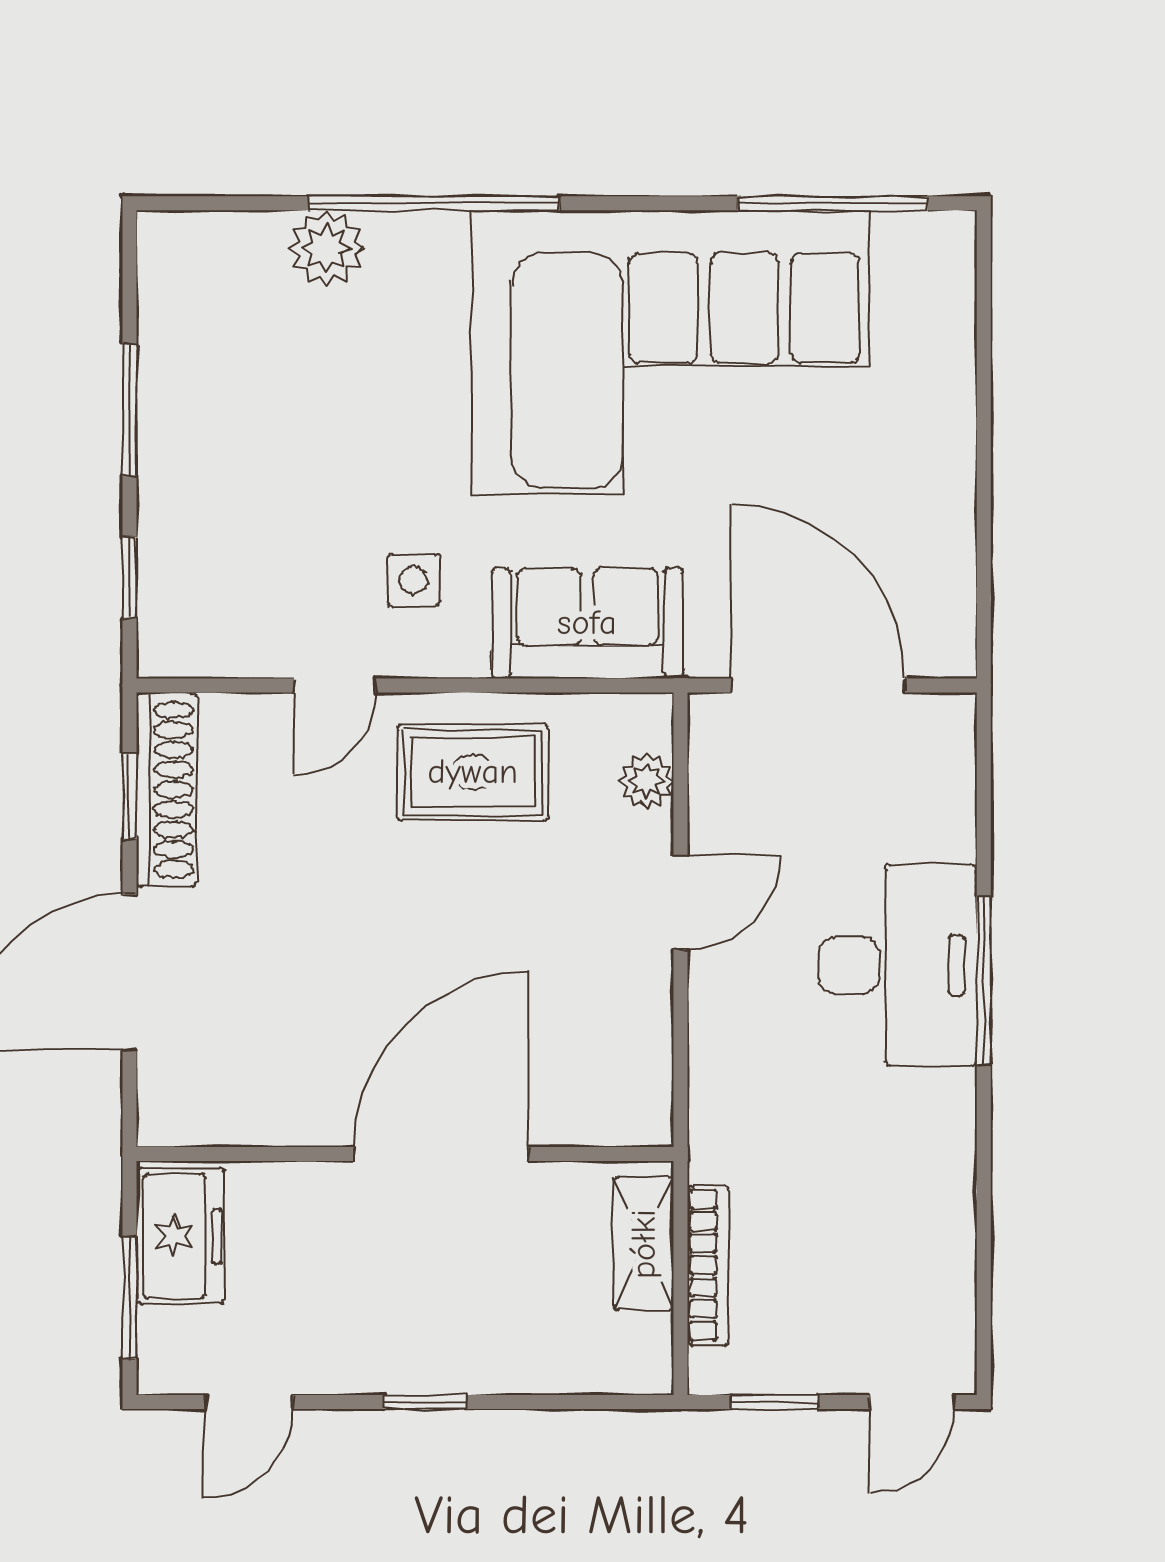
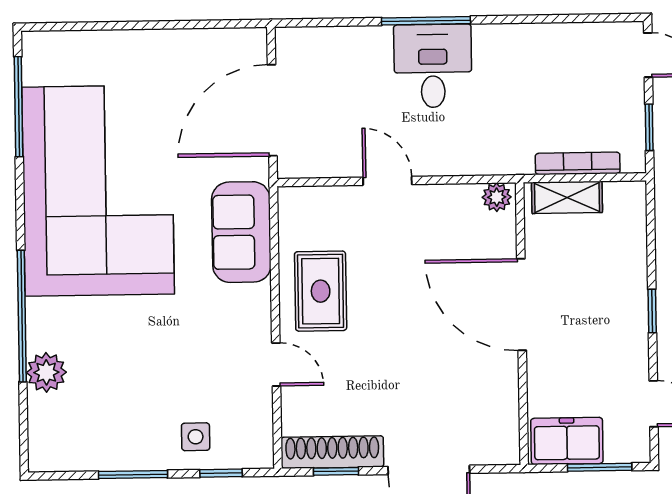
side table: (413, 580) -> (196, 437), moved
plant: (646, 781) -> (497, 197), moved
desk: (898, 965) -> (433, 66), width x0.73

